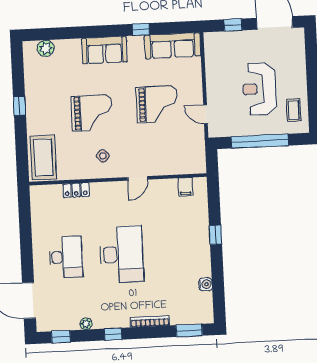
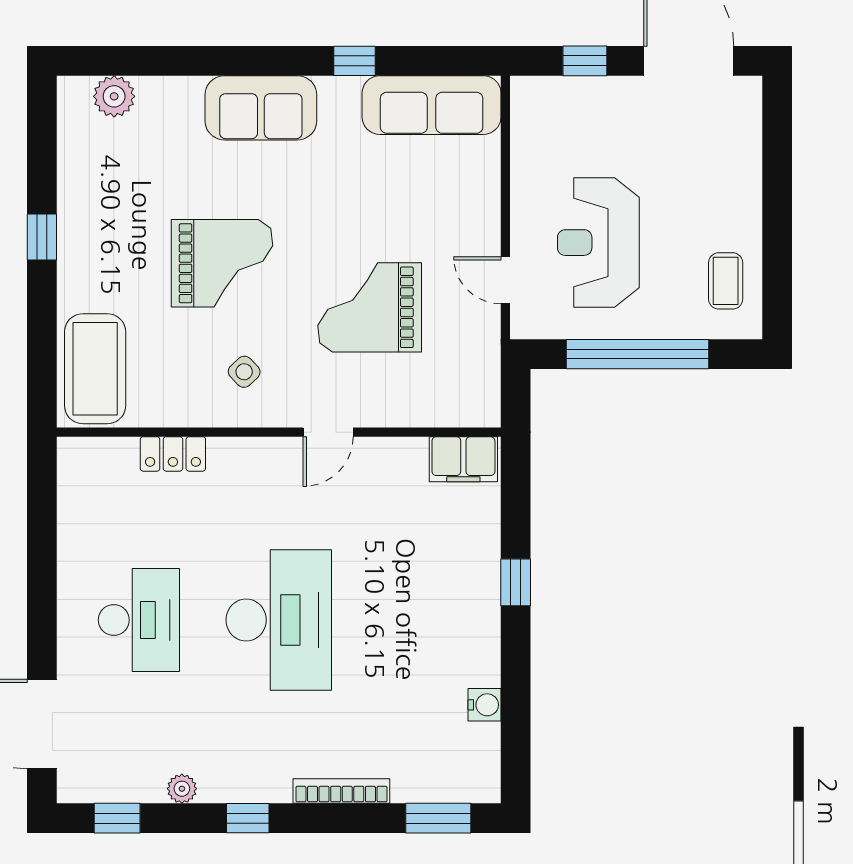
reception desk: (259, 89) -> (598, 243), moved
grand piano: (157, 104) -> (370, 307), moved, turned 180
filing cabinet: (185, 187) -> (463, 459), width x2.00

